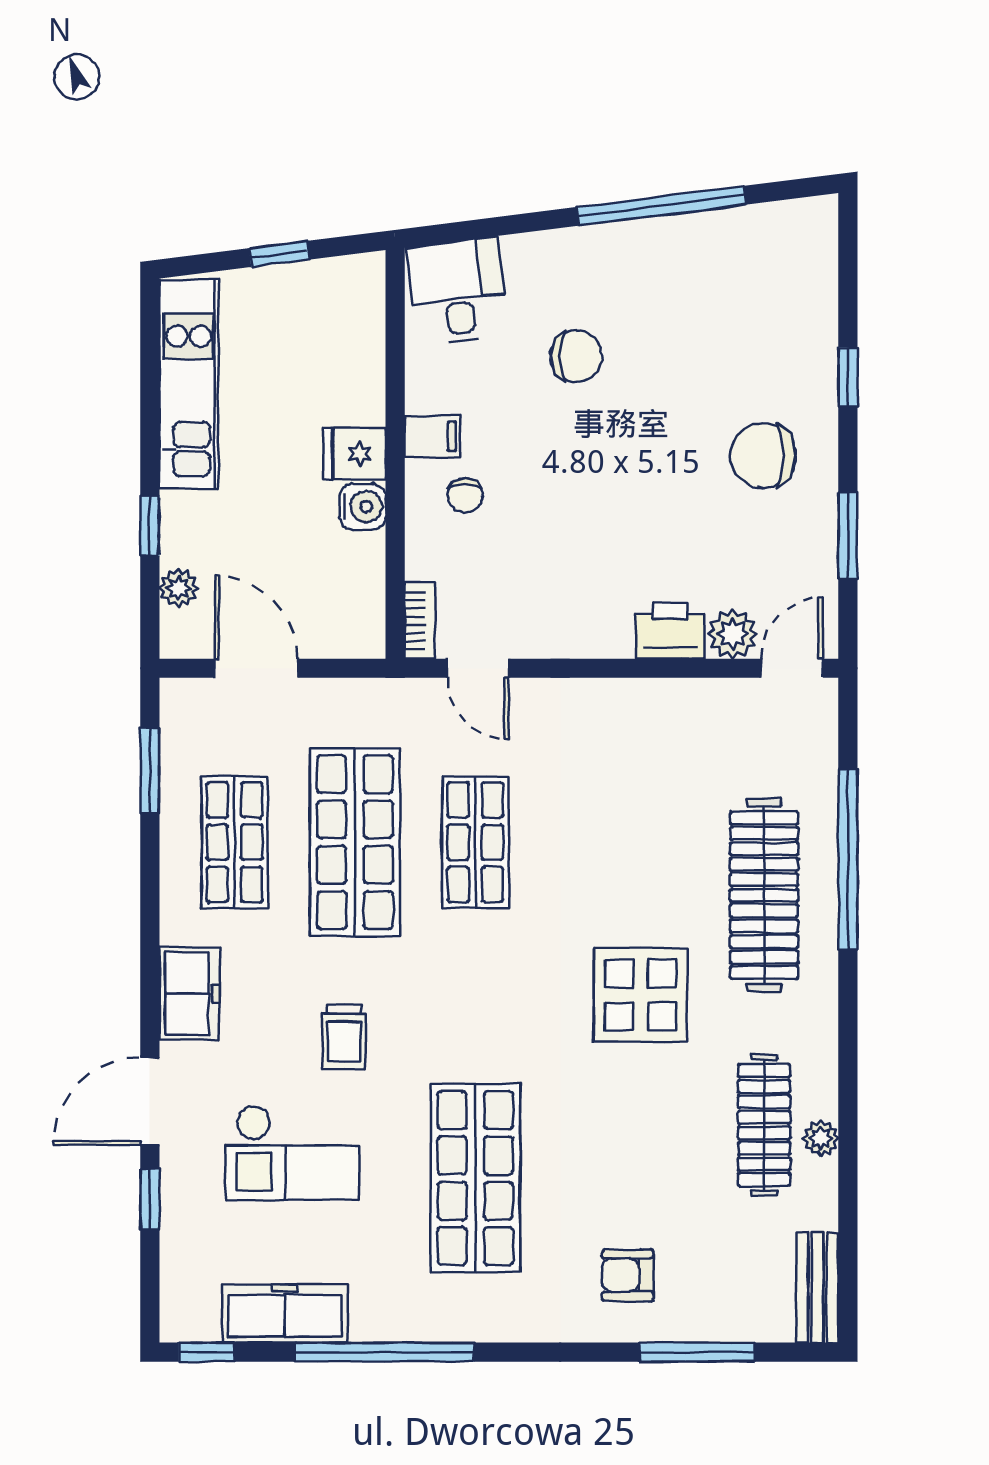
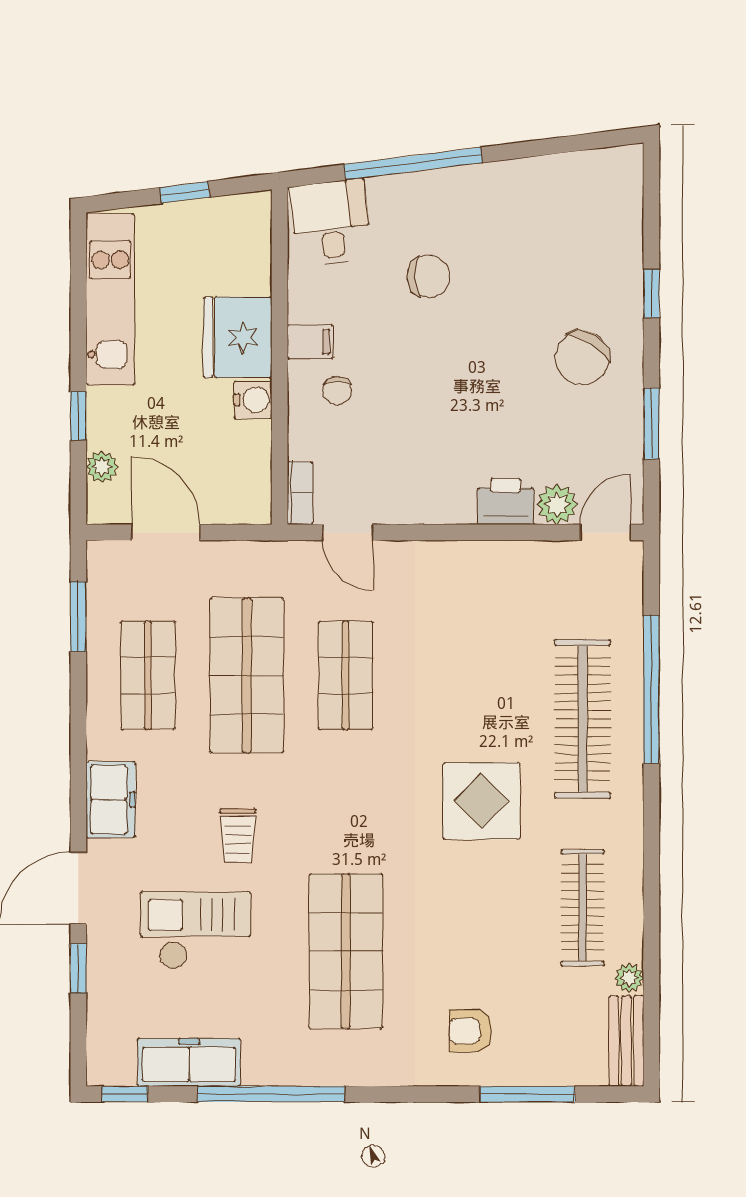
window: (661, 206) -> (413, 164), moved
fridge: (355, 454) -> (238, 337), width x1.88, depth x1.34
chair: (763, 455) -> (582, 358), turned -58
plant: (821, 1138) -> (629, 978), moved
checkout: (292, 1153) -> (195, 930), turned 180

